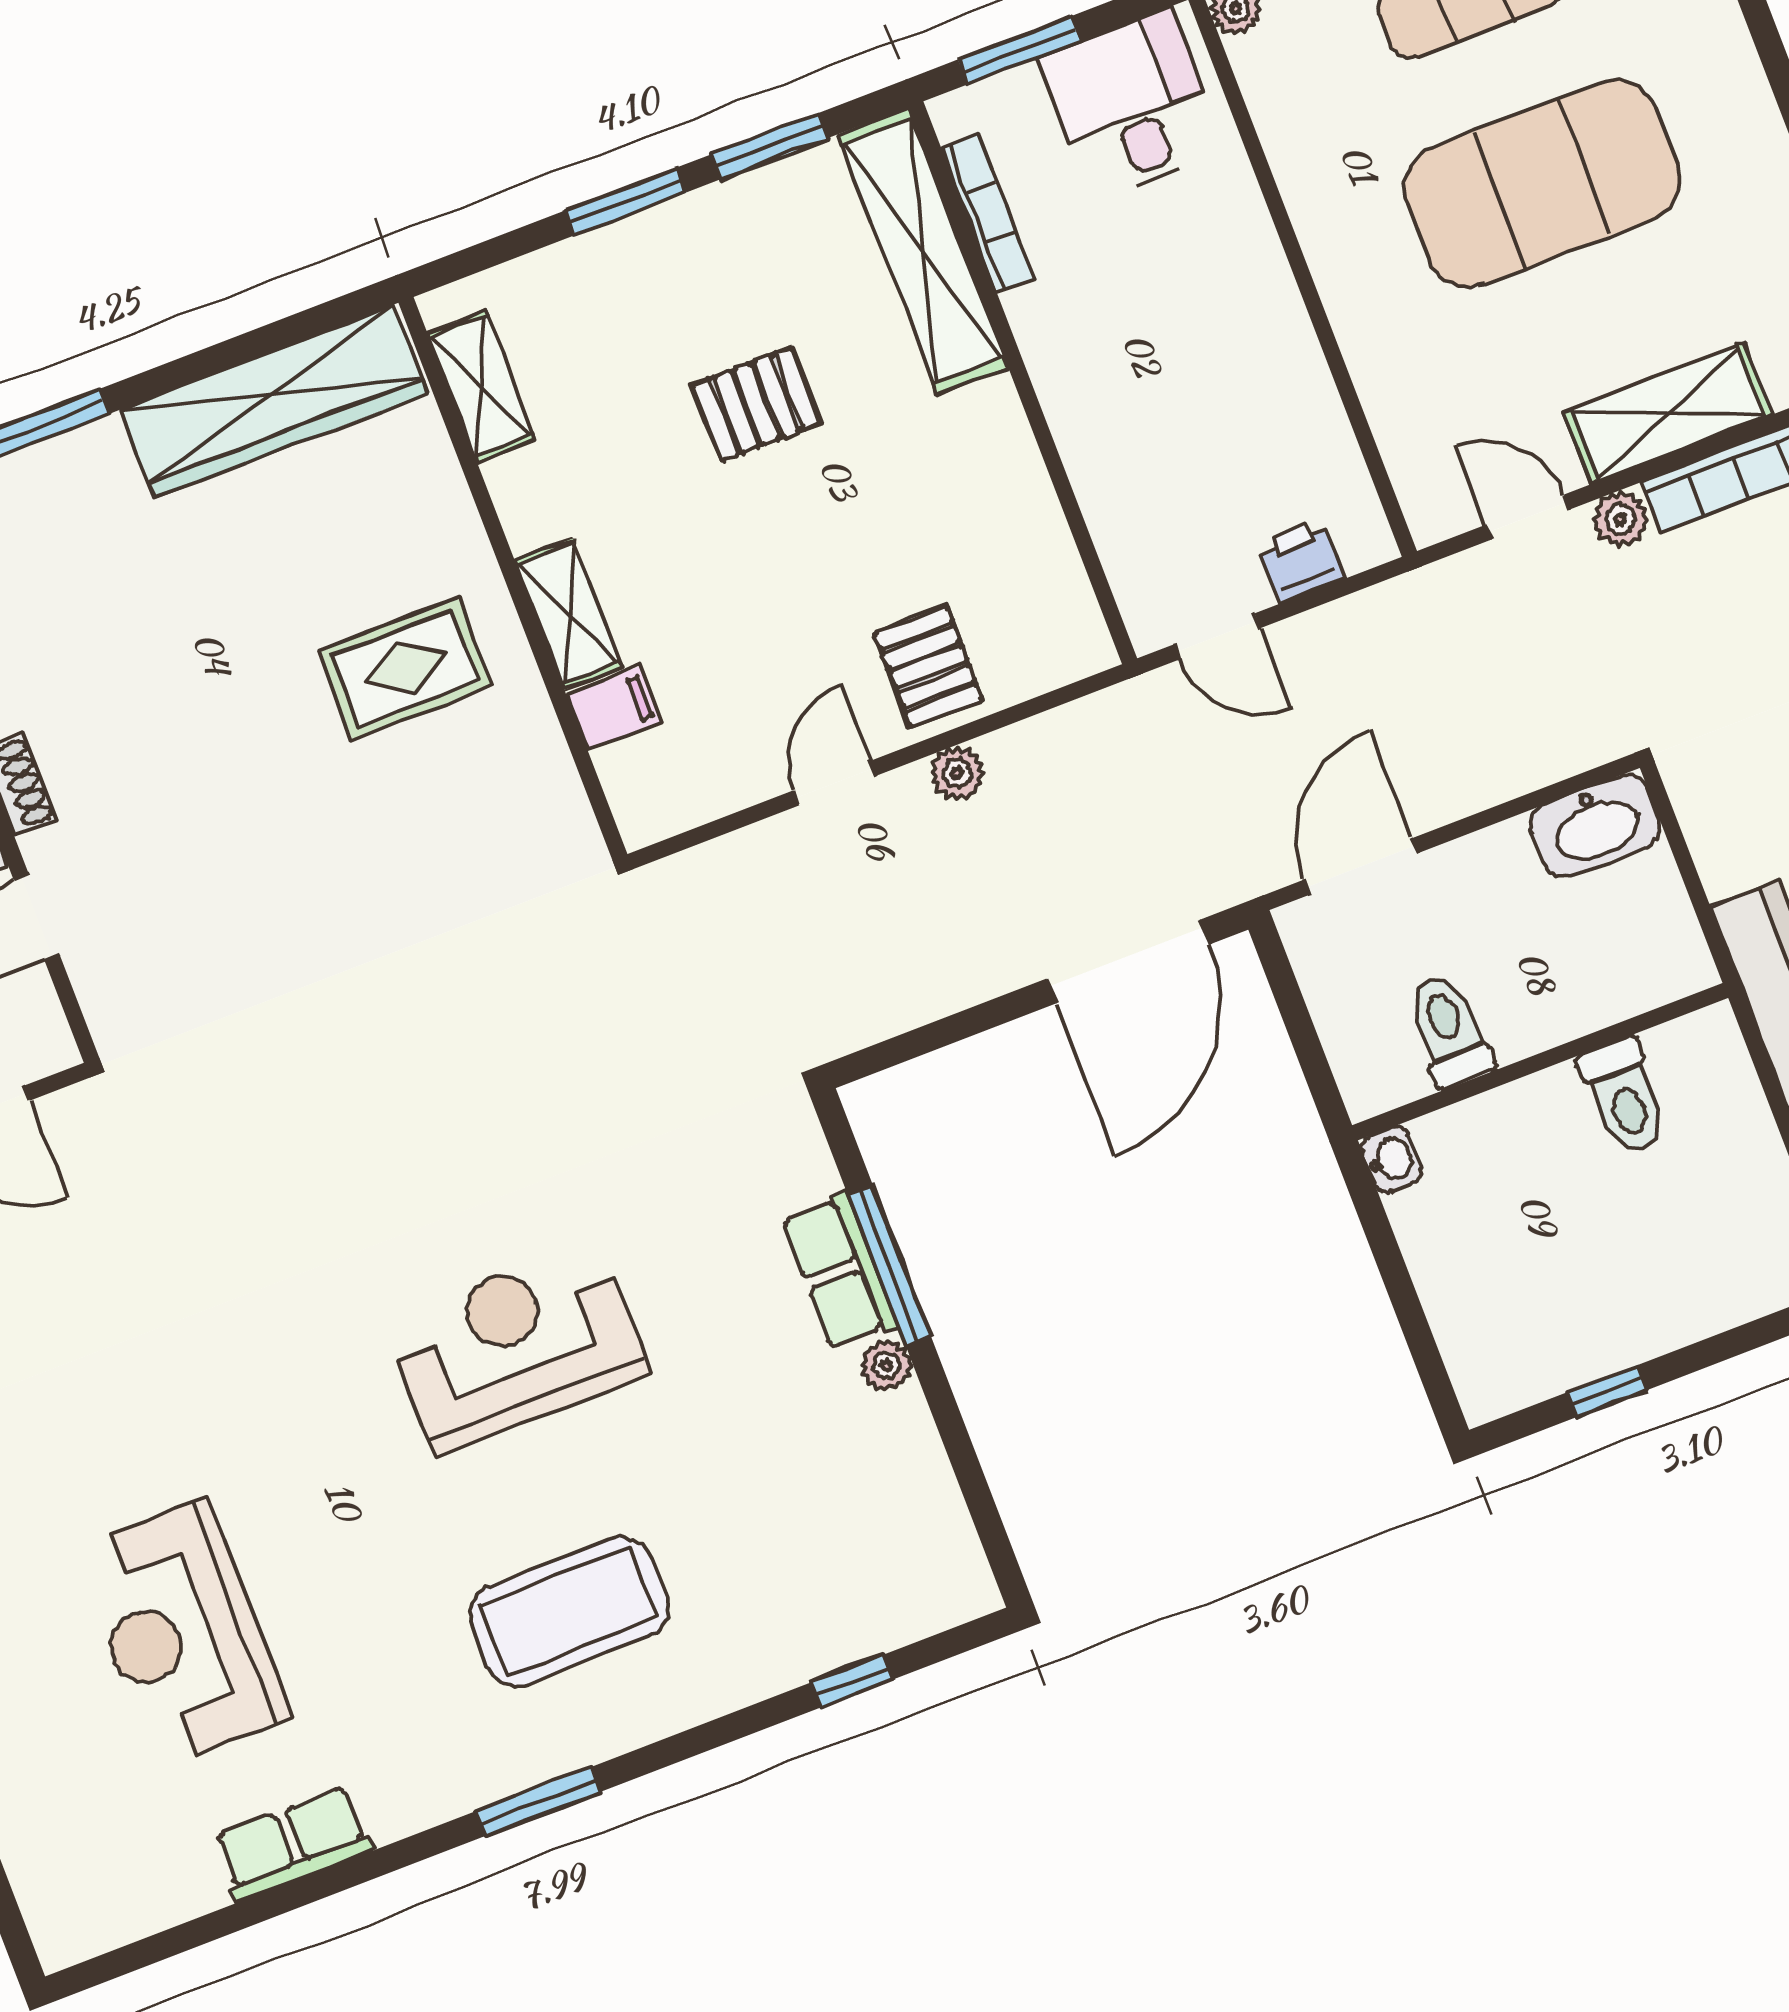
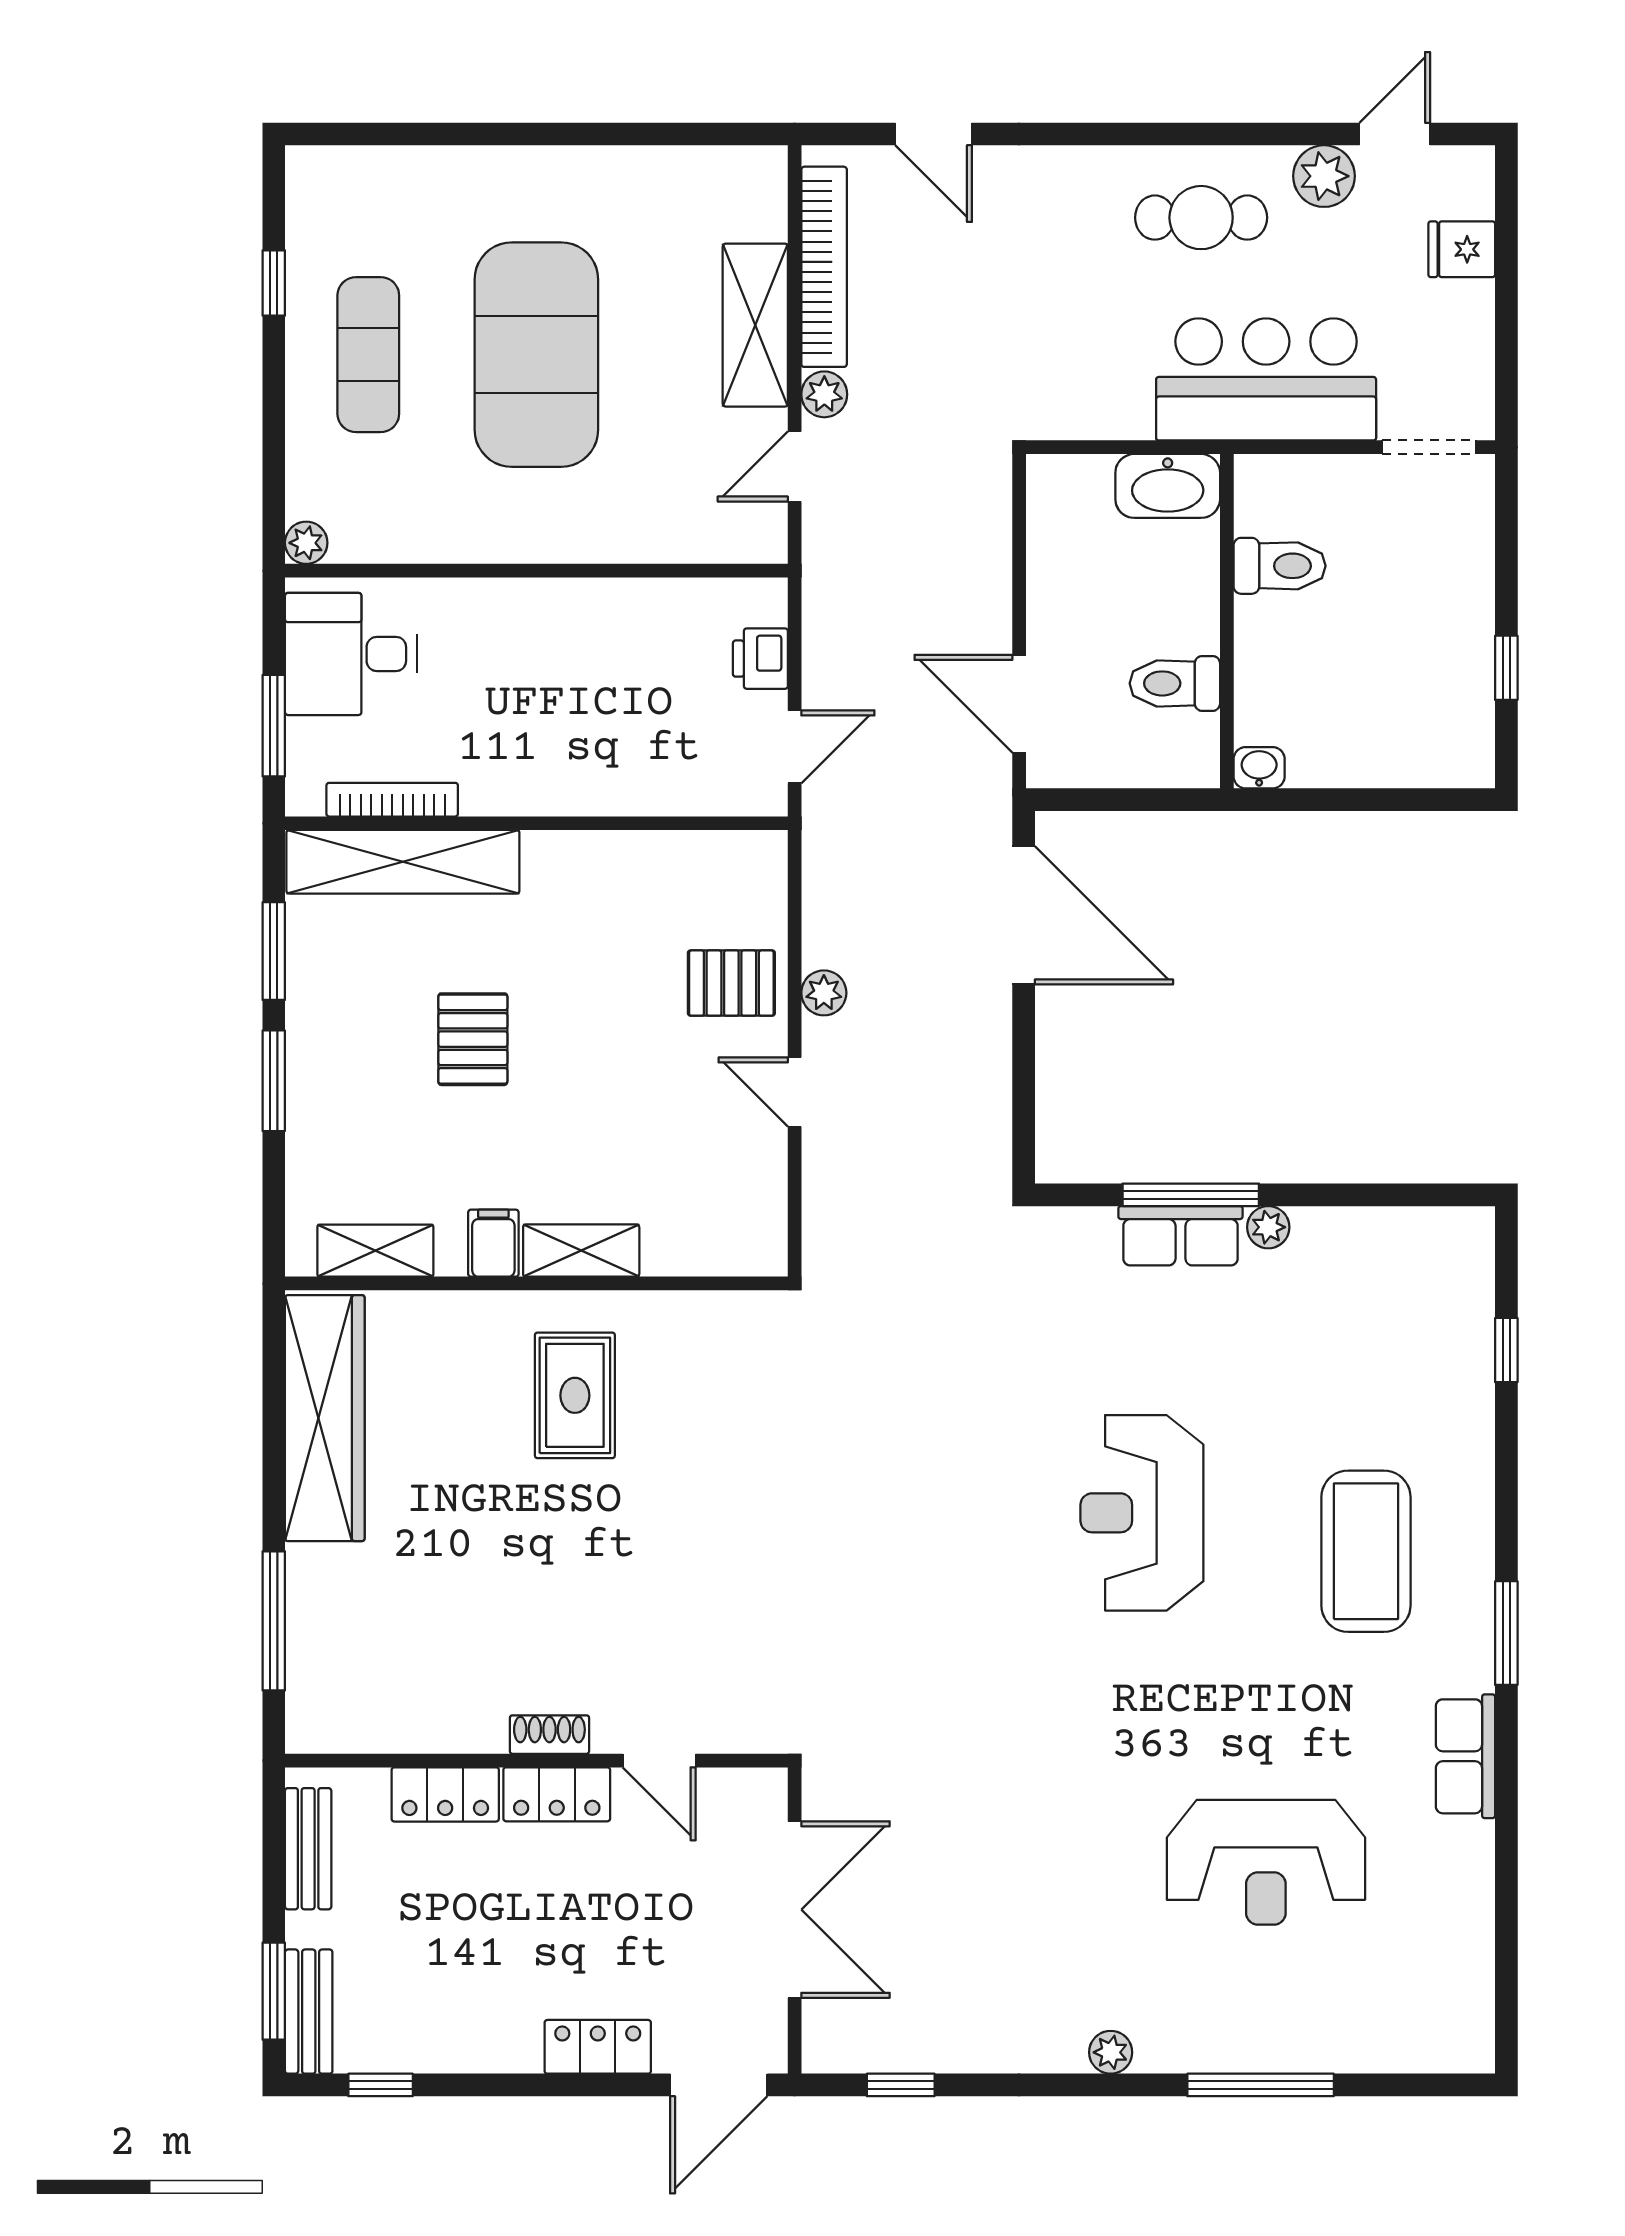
filing cabinet: (614, 708) -> (493, 1243), moved
washbasin: (1596, 826) -> (1168, 486), moved, turned 90
row of seats: (293, 1844) -> (1465, 1756), moved

